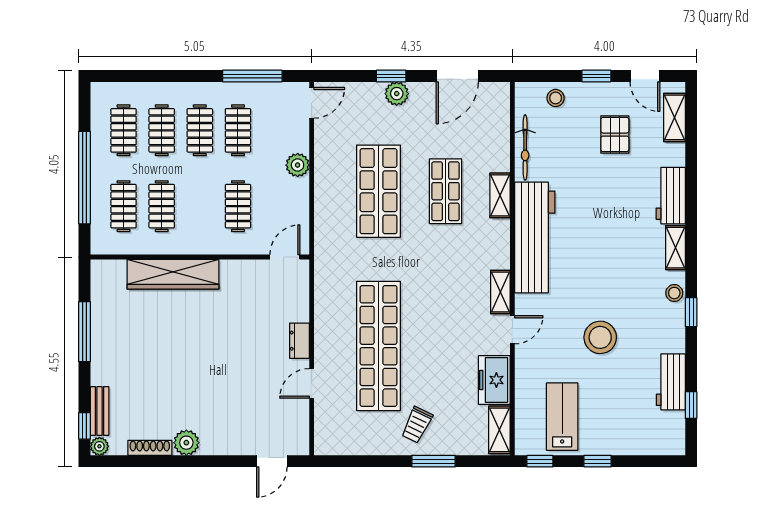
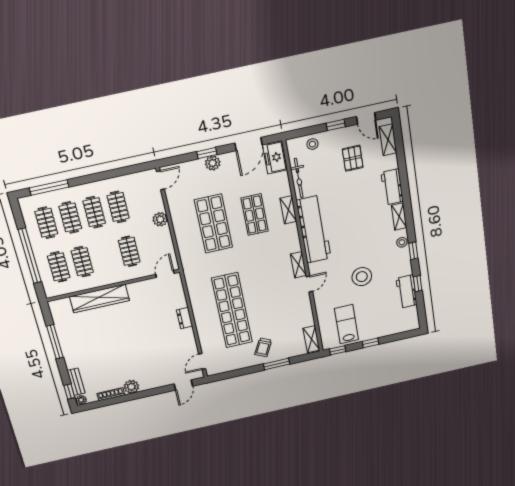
window: (252, 76) -> (49, 187), moved
freezer: (494, 380) -> (275, 157), moved
door: (312, 383) -> (202, 361), moved
window: (691, 405) -> (418, 284), moved

